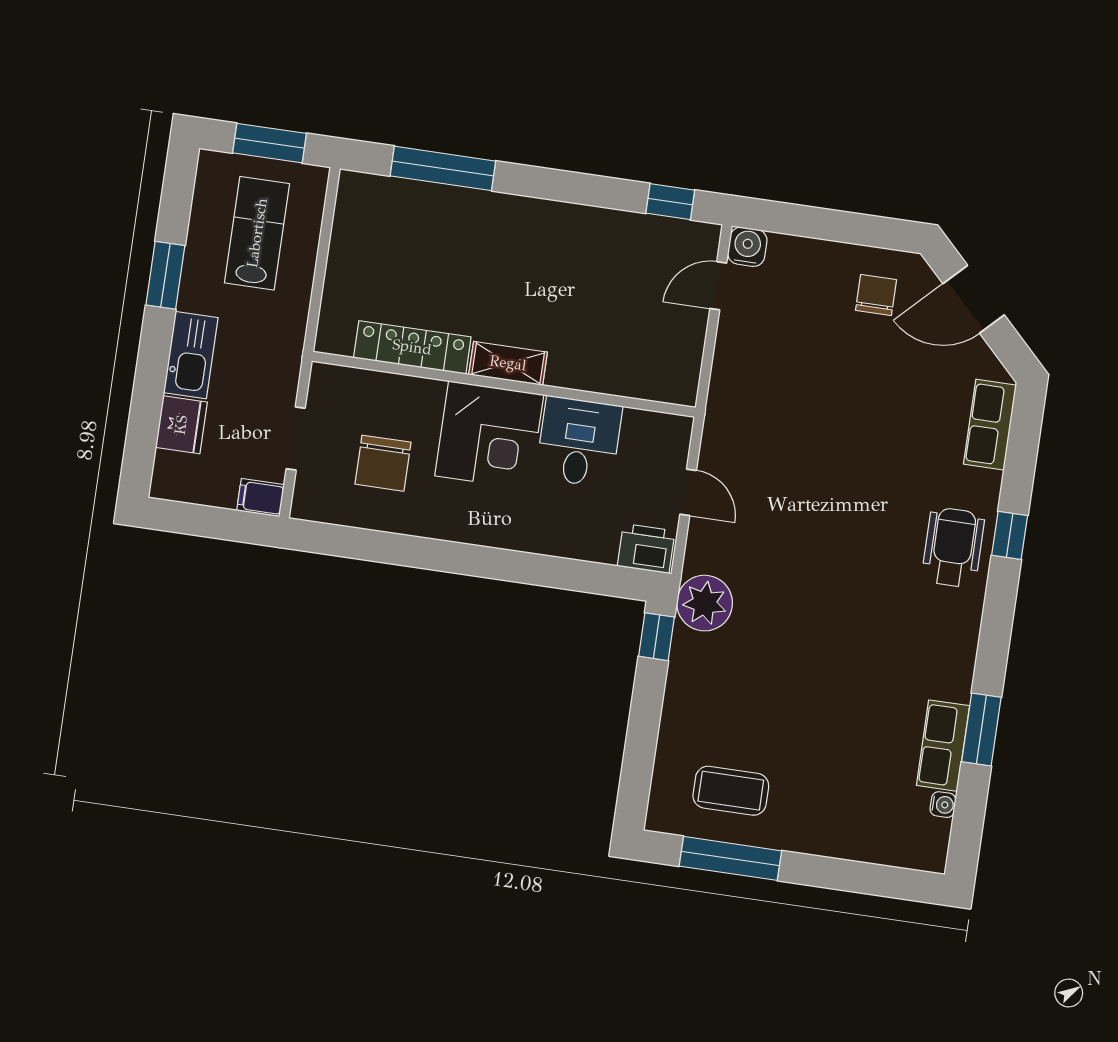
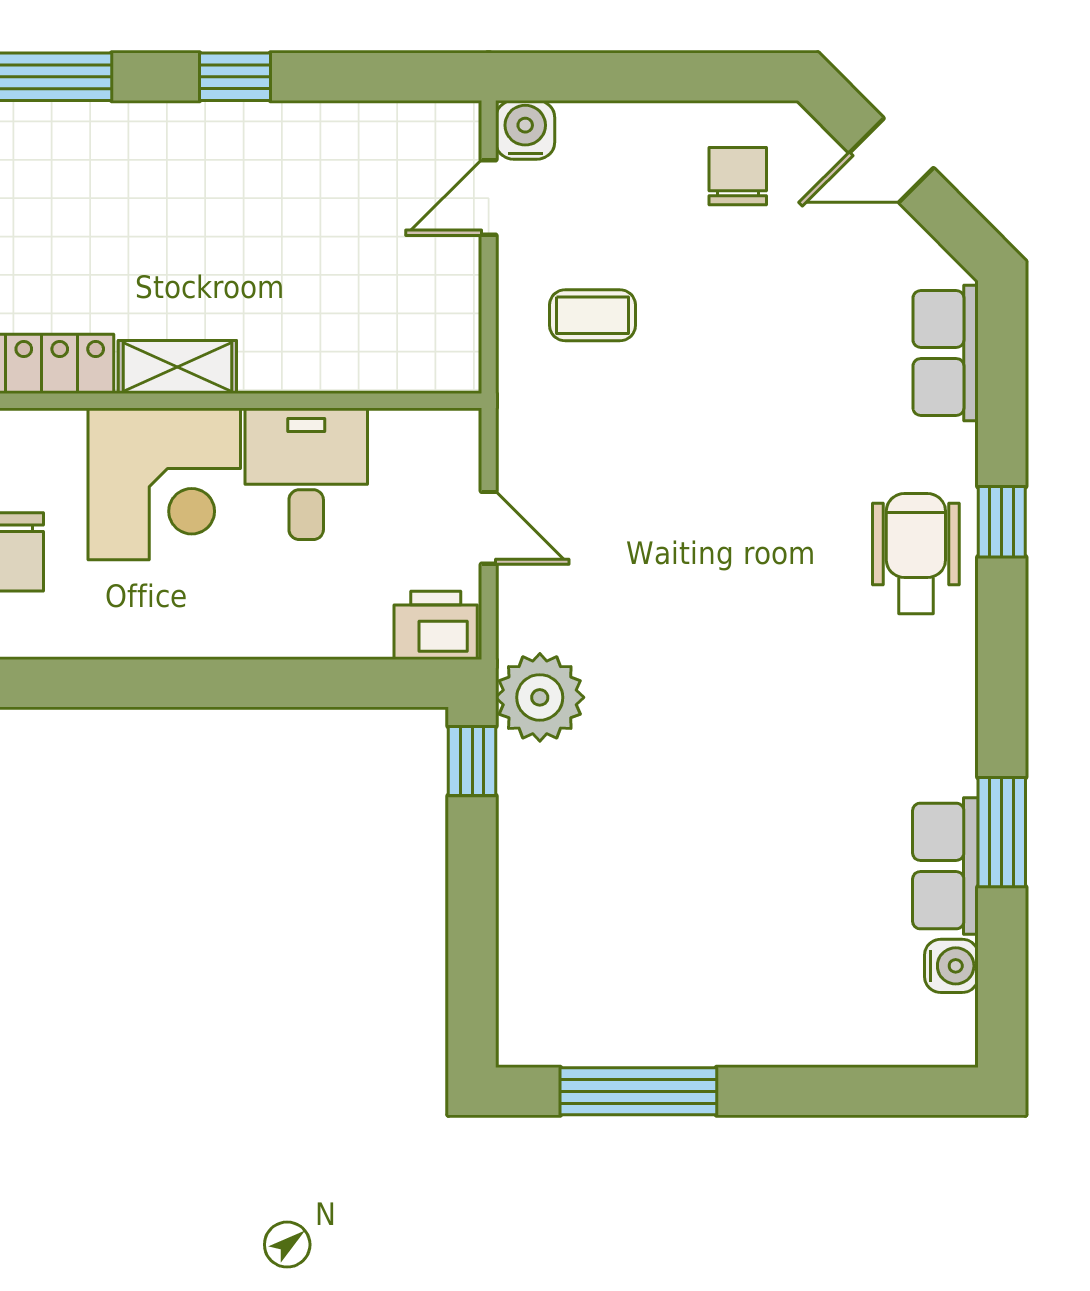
window: (670, 202) -> (235, 77), moved
door: (974, 299) -> (891, 160), width x0.73
coffee table: (731, 791) -> (593, 315), moved, width x0.73, depth x0.77
water cooler: (943, 805) -> (951, 966), width x1.38, depth x1.38

